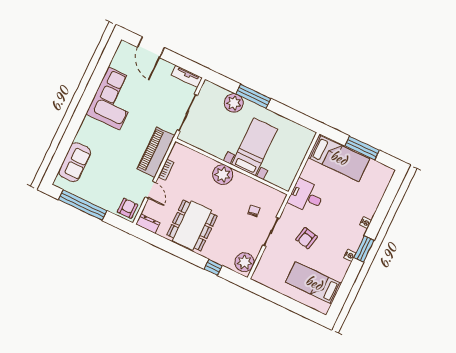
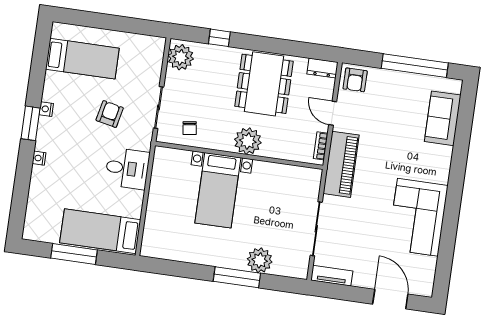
bed with nightstands: (254, 147) -> (218, 190), moved
wall: (232, 166) -> (239, 155), moved
plant: (223, 175) -> (248, 141), moved

